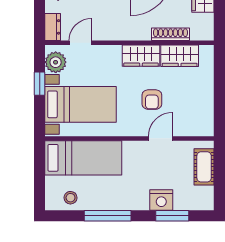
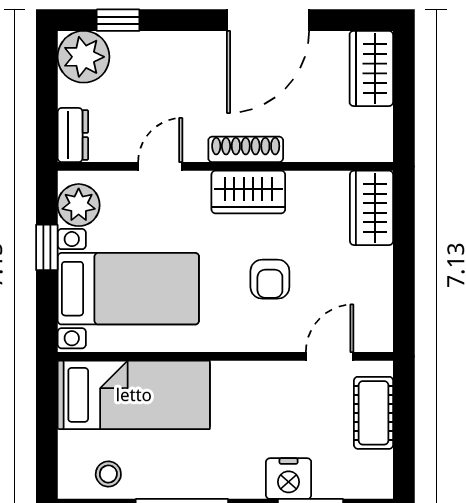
shoe rack: (170, 34) -> (246, 149), moved
door: (80, 43) -> (160, 166), moved
wardrobe: (180, 56) -> (372, 208), moved, turned 90
door: (161, 138) -> (330, 356), moved

